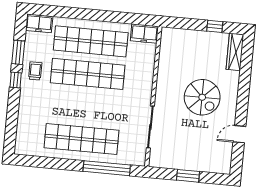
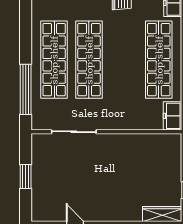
shop shelf: (88, 74) -> (89, 60), moved
spiral stairs: (202, 97) -> (111, 184), removed

